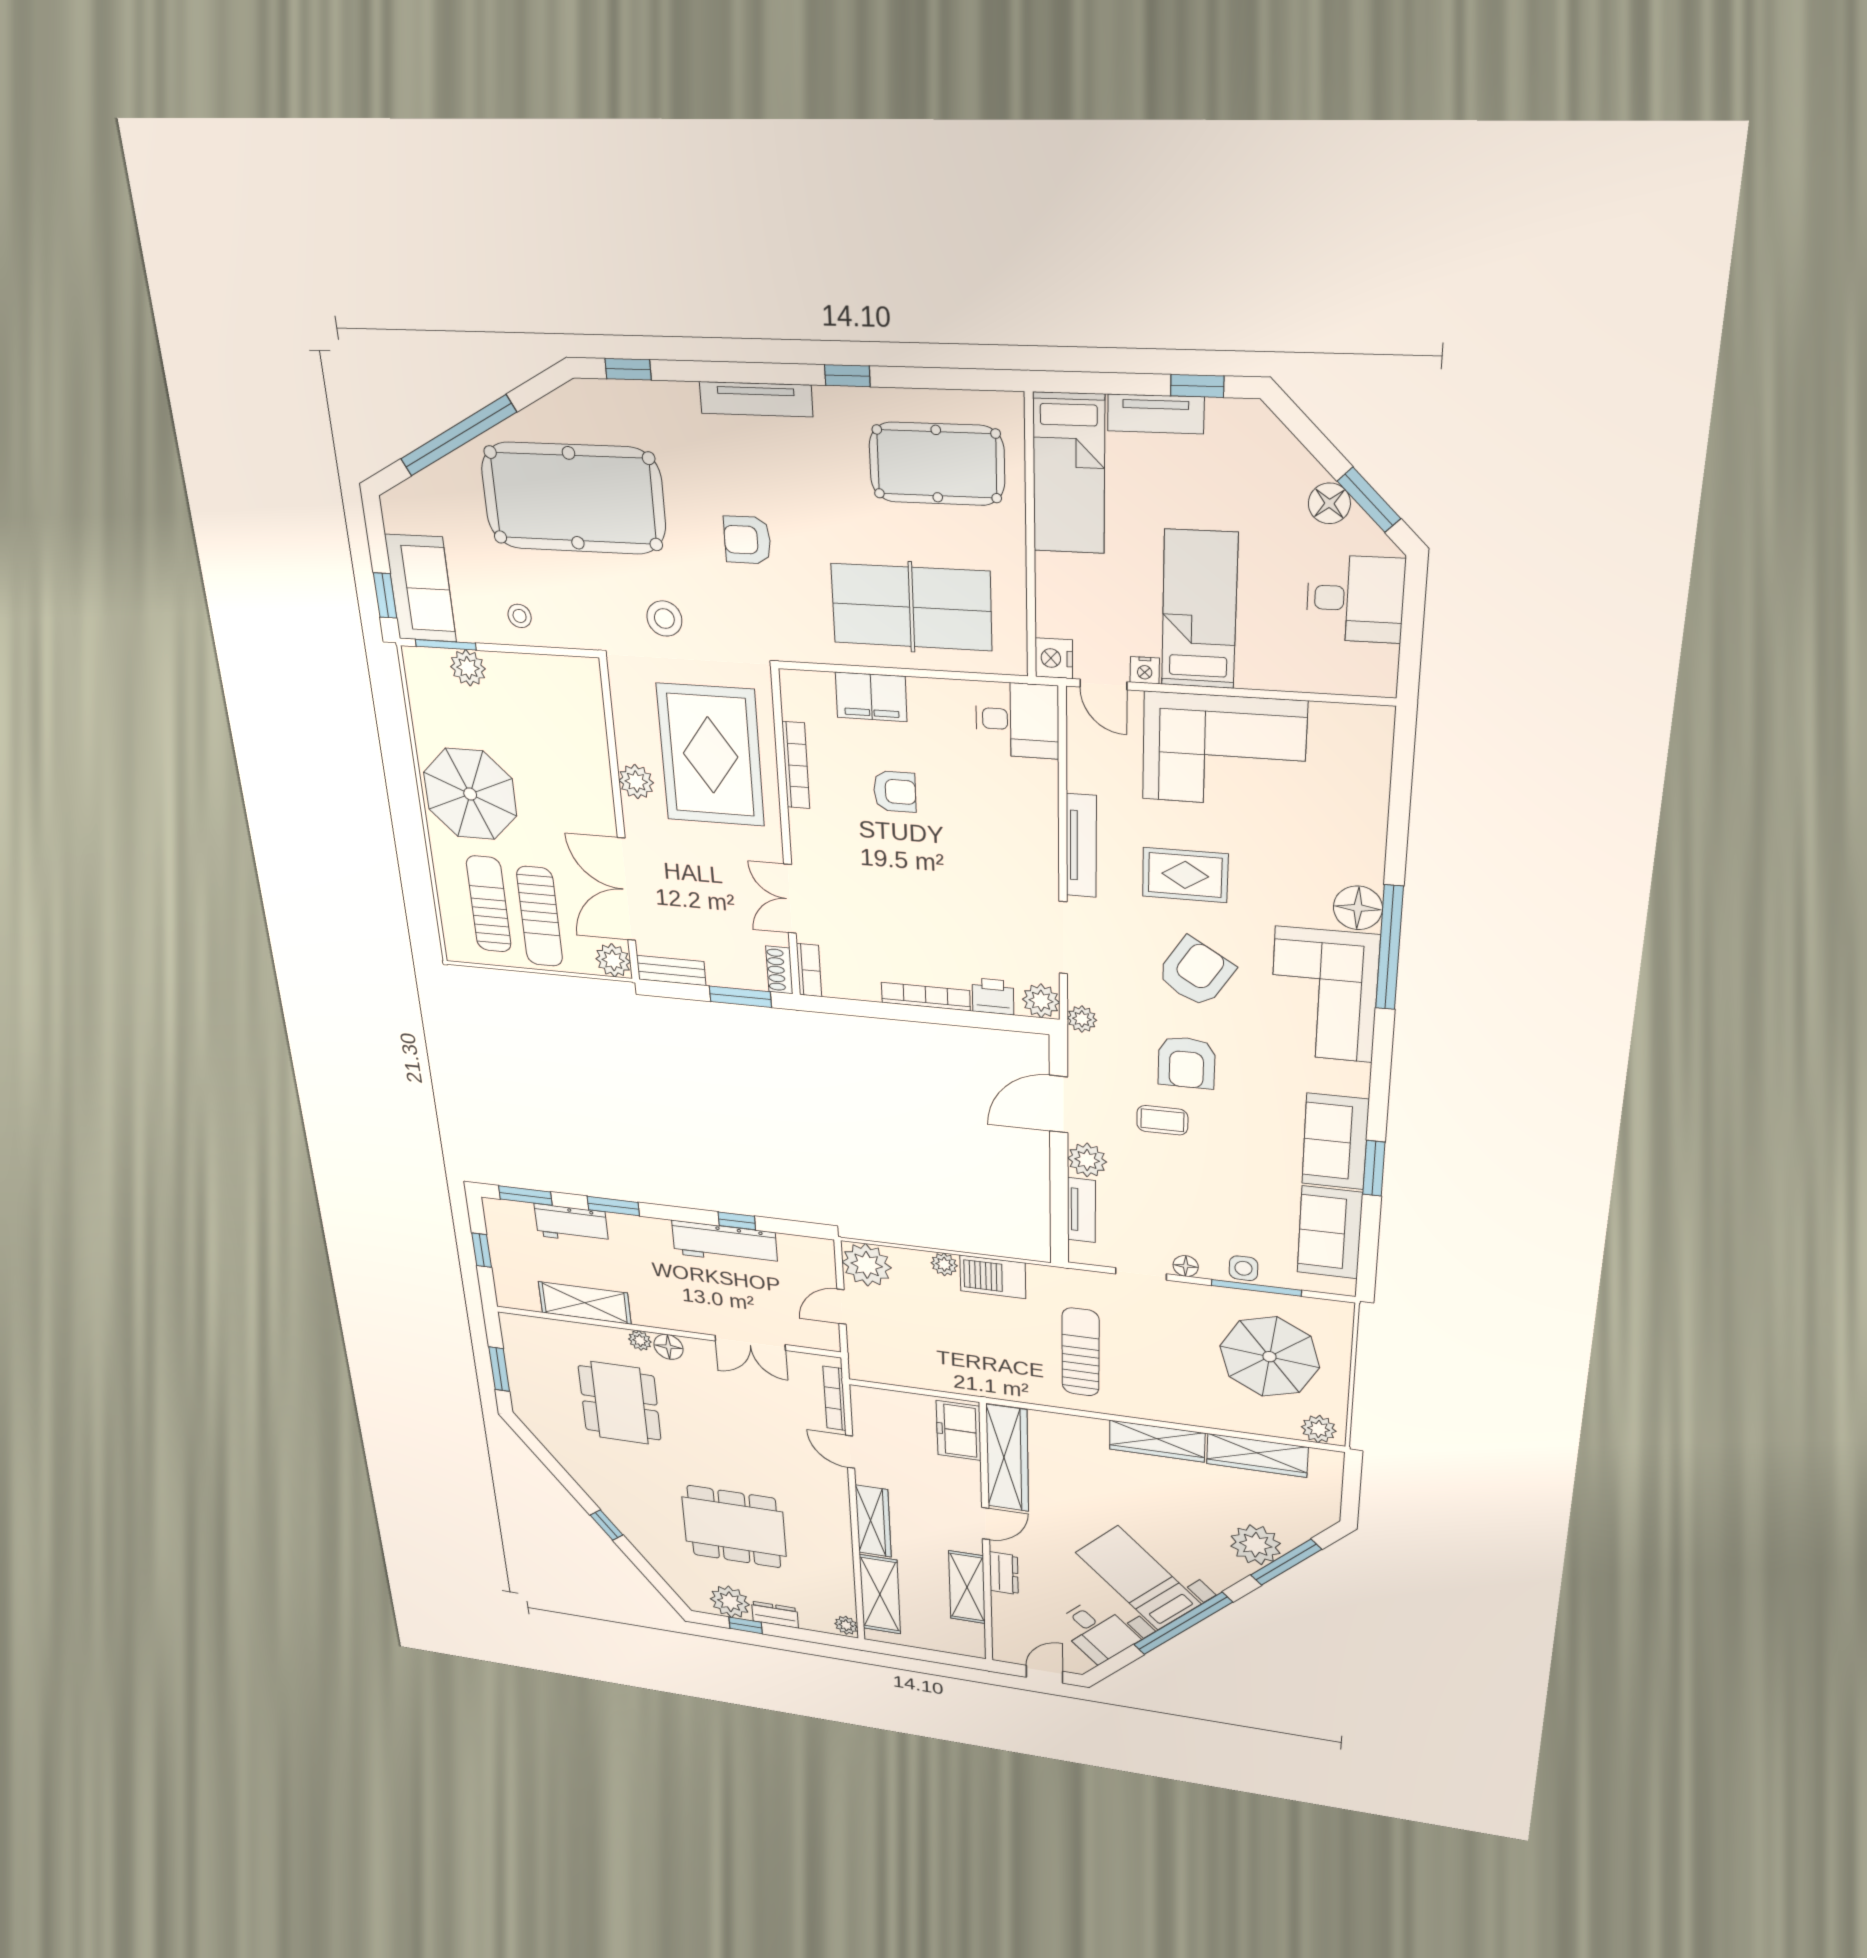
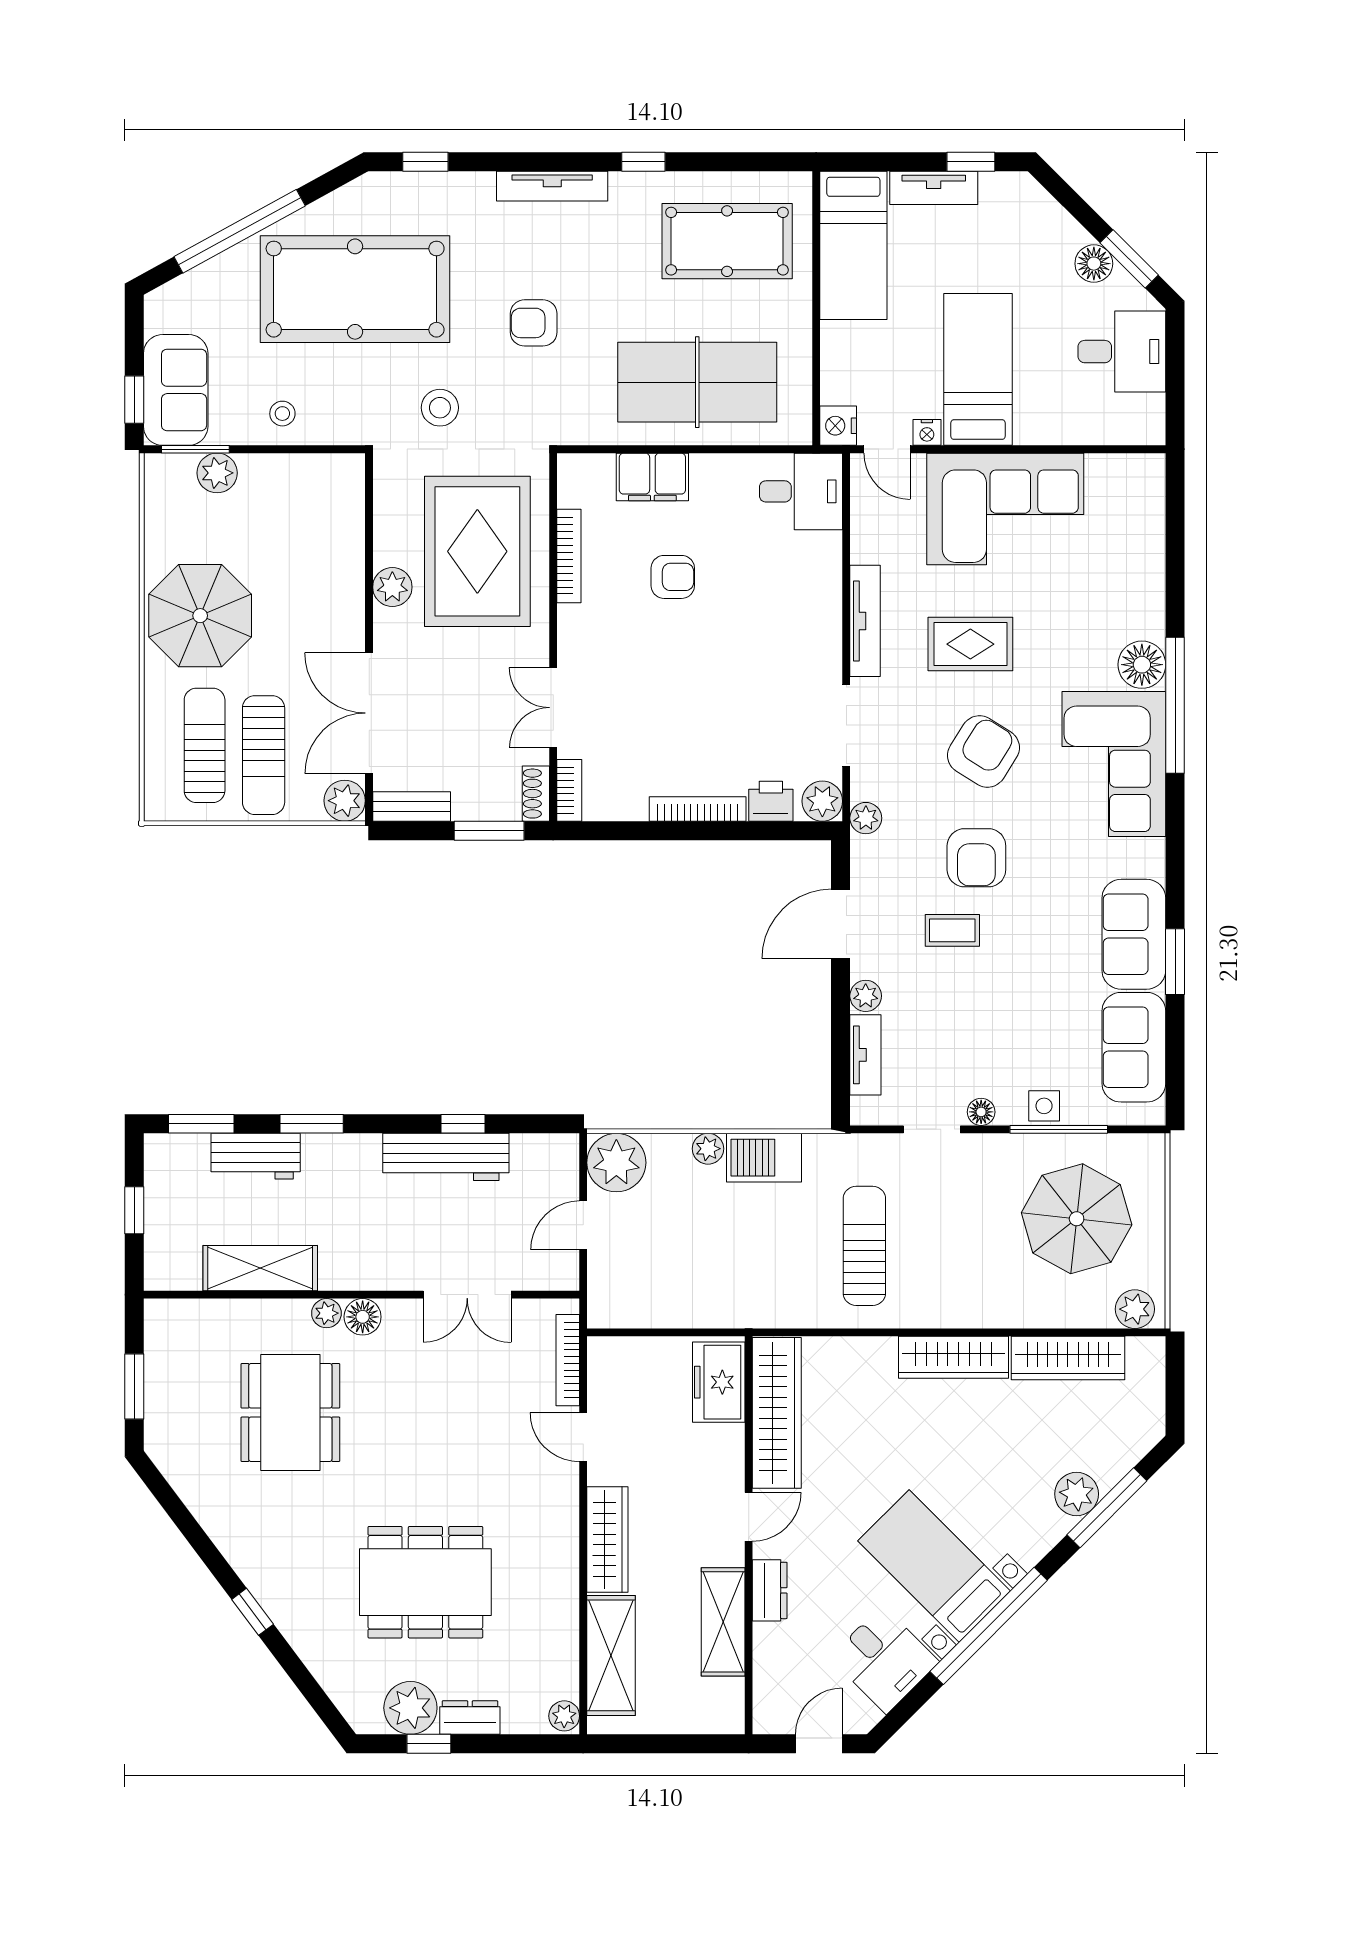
plant: (1087, 1160) -> (866, 996), width x0.73, depth x0.73
plant: (1256, 1545) -> (1077, 1494), width x0.73, depth x0.73

